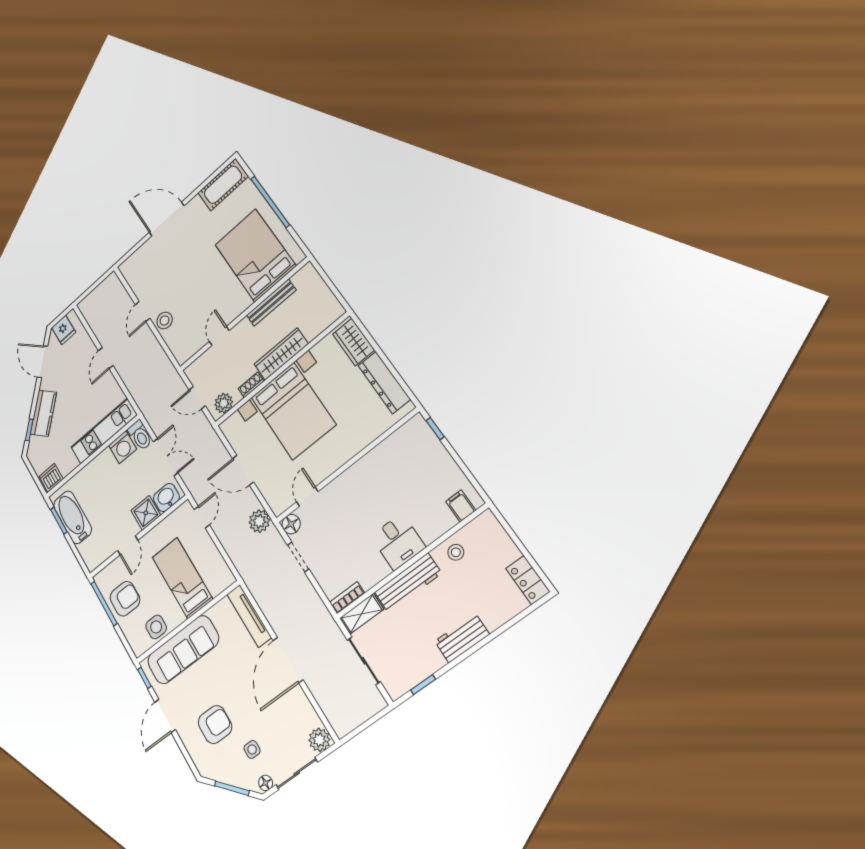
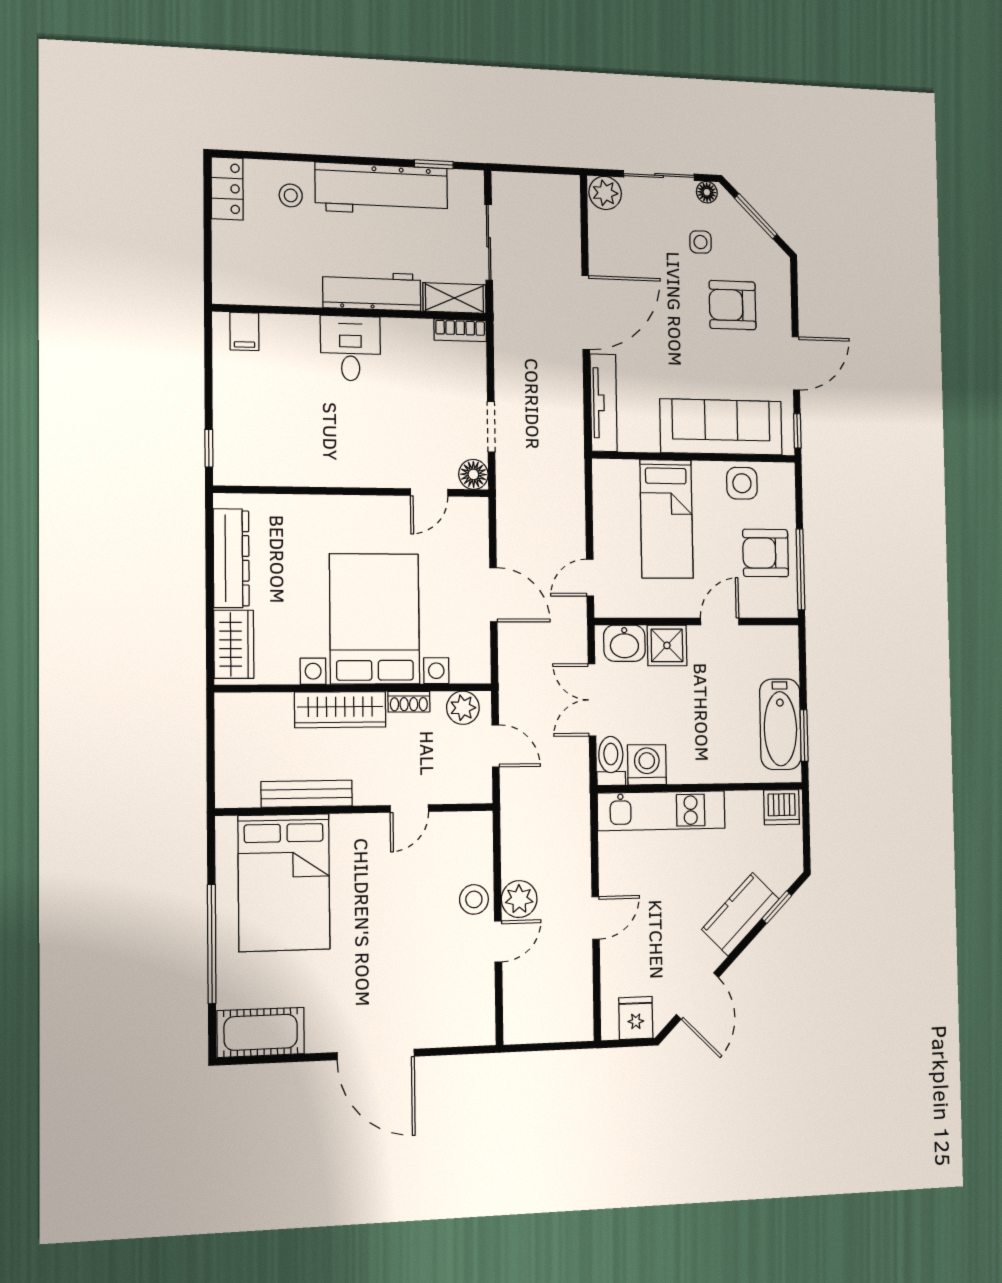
plant: (259, 521) -> (519, 899), moved
stool: (456, 552) -> (291, 195), moved
workbench: (462, 638) -> (382, 189), width x1.88, depth x1.32

